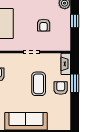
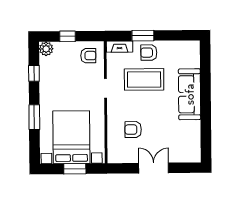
armchair: (44, 25) -> (88, 56), moved
coffee table: (39, 84) -> (144, 79), width x1.36, depth x1.32

